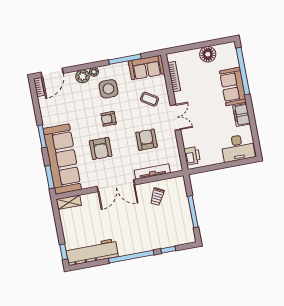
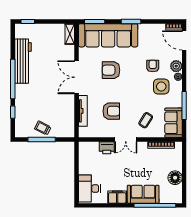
armchair: (109, 119) -> (153, 66), moved
printer: (192, 156) -> (107, 148), moved
trolley: (157, 197) -> (43, 128), moved
workbench: (92, 252) -> (23, 61), moved

